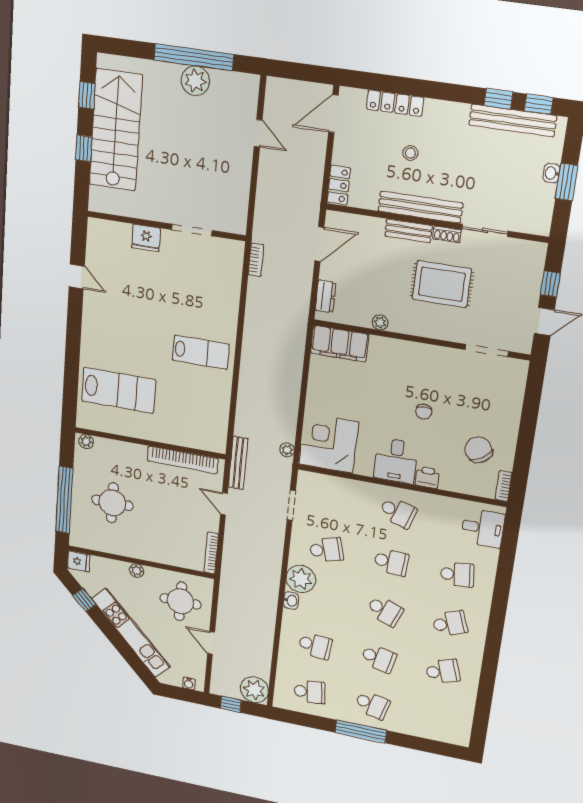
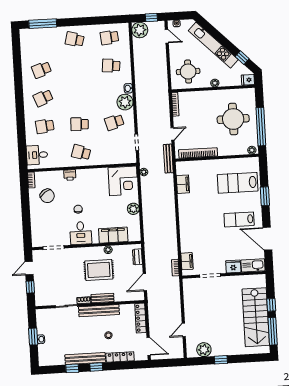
window: (194, 57) -> (221, 360), width x0.32
plant: (195, 81) -> (204, 350), moved
window: (87, 95) -> (273, 331), width x2.17
window: (539, 104) -> (96, 367), moved
door: (333, 114) -> (149, 346), hinge flipped
bench: (513, 120) -> (85, 359), moved
door: (258, 133) -> (184, 330), hinge flipped
locker: (339, 185) -> (141, 318), width x1.53
kitchen sink: (109, 232) -> (253, 265), added
filing cabinet: (232, 267) -> (187, 261), added
door: (77, 276) -> (267, 239), width x1.87
rug: (442, 284) -> (99, 270), moved
filing cabinet: (340, 344) -> (113, 235), moved
lab bench: (201, 352) -> (239, 219), moved
window: (72, 355) -> (265, 196), added
plant: (318, 388) -> (133, 209), added
filing cabinet: (218, 411) -> (183, 184), added
desk: (396, 460) -> (81, 233), moved, turned 180
window: (64, 500) -> (261, 127), moved
round table: (112, 503) -> (233, 119), width x1.36, depth x1.36
door: (224, 504) -> (172, 134), hinge flipped
school desk: (385, 611) -> (78, 96), removed
door: (211, 643) -> (167, 36), moved
school desk: (379, 658) -> (76, 68), removed
window: (361, 732) -> (43, 24), moved

